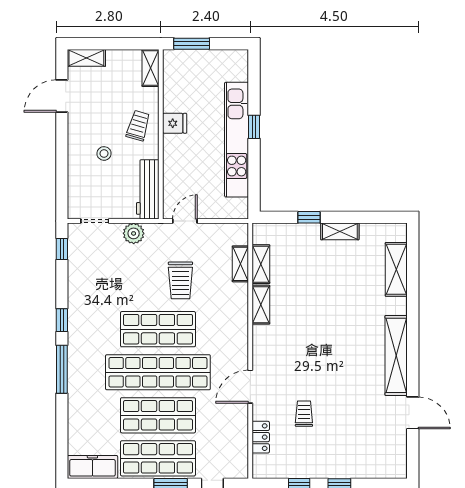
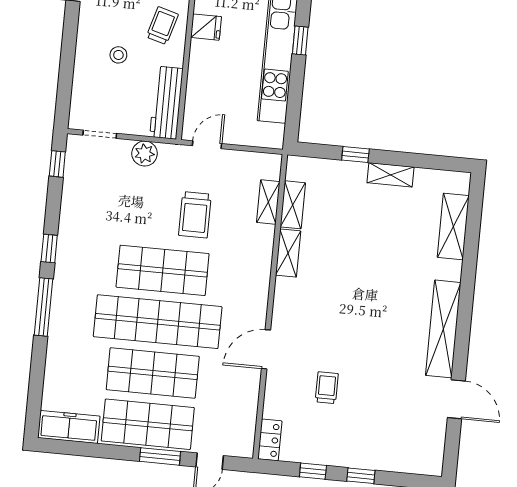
locker: (261, 437) -> (270, 440), moved

